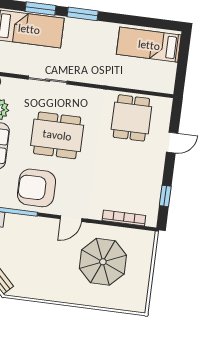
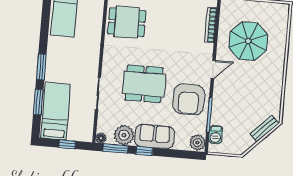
dining table: (57, 135) -> (144, 84), turned 90
door: (71, 219) -> (213, 69), hinge flipped

